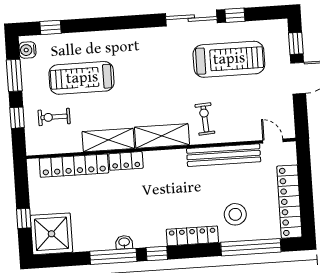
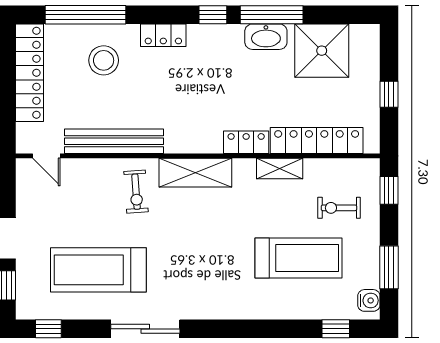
window: (235, 15) -> (48, 329), moved
exercise bike: (54, 117) -> (339, 208), turned 180
window: (17, 118) -> (389, 190), moved
shelving: (108, 140) -> (280, 168), width x0.67, depth x0.75
window: (24, 218) -> (389, 94), moved
shower: (51, 234) -> (322, 51), moved
locker: (192, 236) -> (163, 35), width x0.66
washbasin: (124, 242) -> (266, 37), width x1.91, depth x1.45

